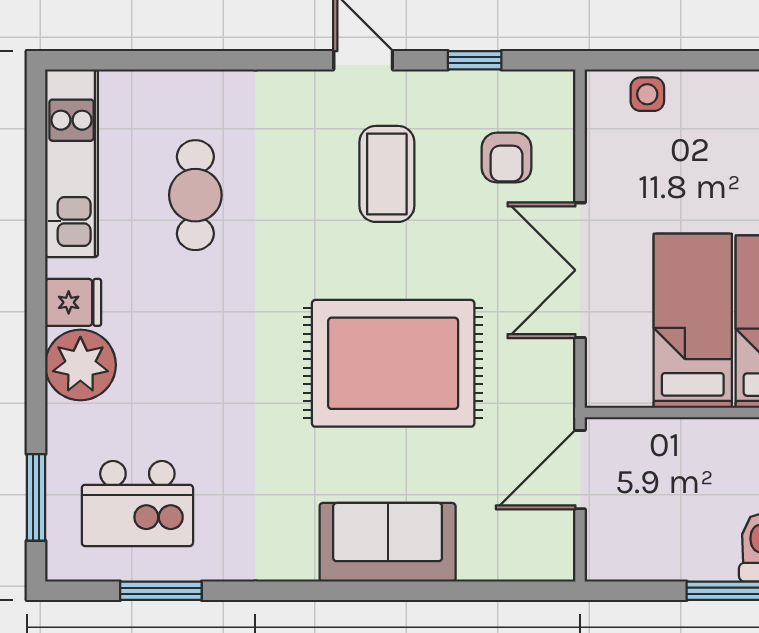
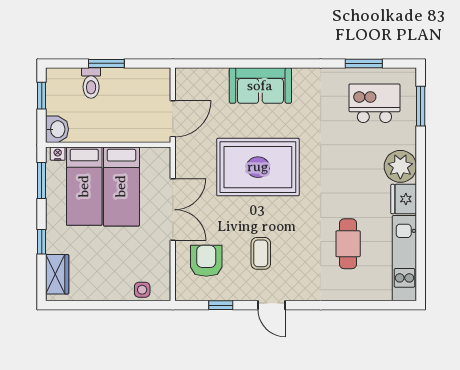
armchair: (507, 158) -> (206, 261), width x1.38, depth x1.38
coffee table: (387, 174) -> (261, 253), width x0.73, depth x0.77
fridge: (73, 302) -> (404, 199), width x1.38

